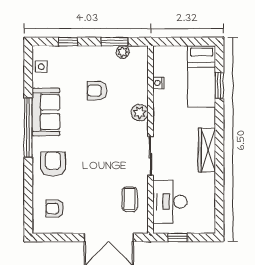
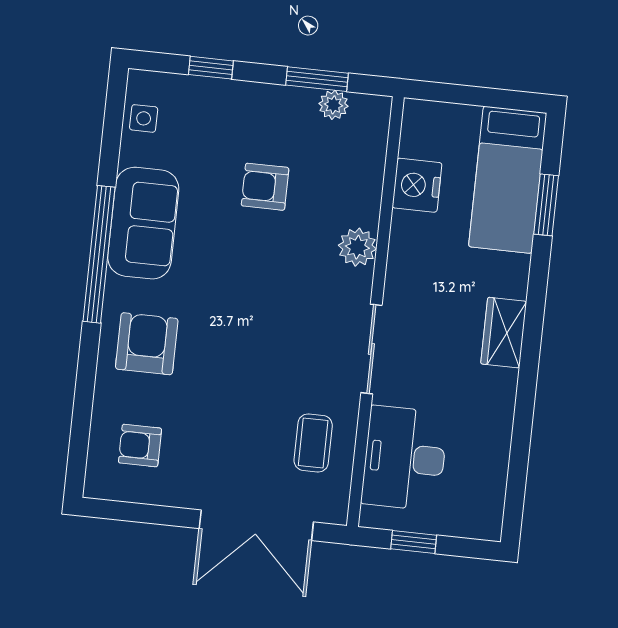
nightstand: (158, 83) -> (417, 185), width x1.89, depth x1.79
wardrobe: (207, 150) -> (504, 333), width x0.67

